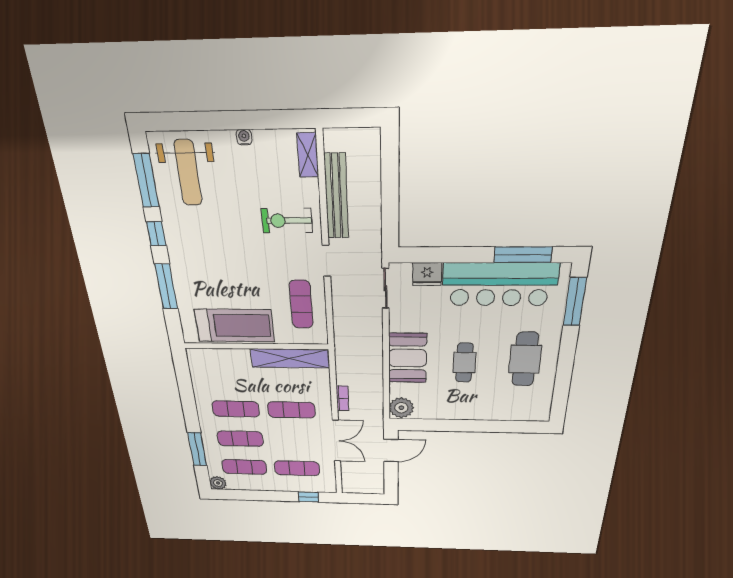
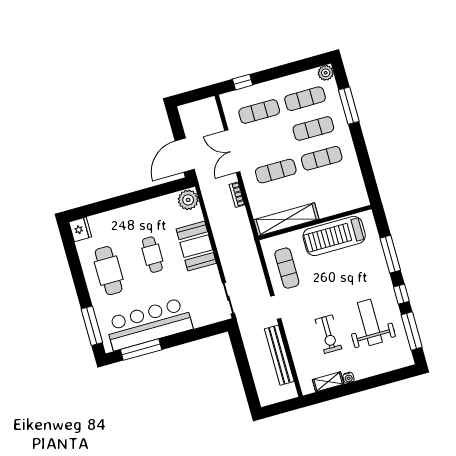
shelving: (308, 155) -> (328, 382), moved, turned 90
weight bench: (188, 173) -> (370, 322), moved
exercise bike: (287, 221) -> (328, 334), moved, turned 90
fridge: (427, 274) -> (80, 229), moved, turned 90
door: (391, 450) -> (185, 155), width x1.36

